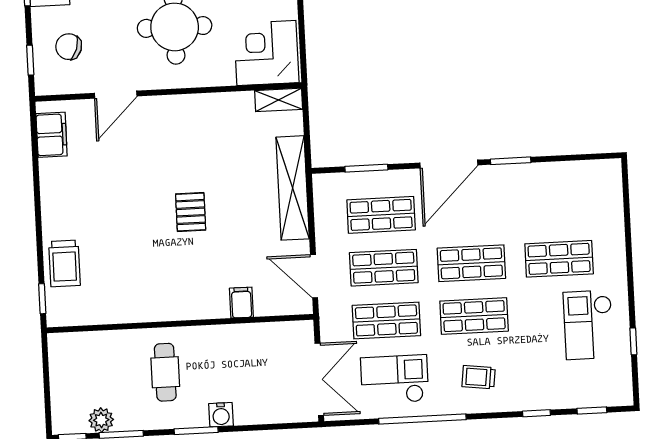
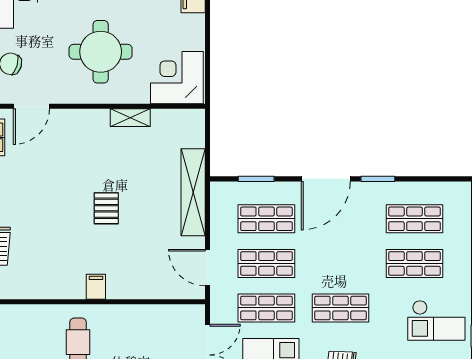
door: (116, 95) -> (31, 106), moved
shelving: (279, 100) -> (130, 118), moved
shop shelf: (471, 263) -> (414, 219), moved
filing cabinet: (241, 303) -> (96, 287), moved
checkout: (588, 325) -> (436, 320), turned -90

